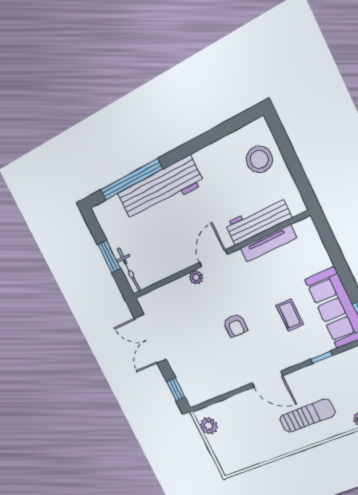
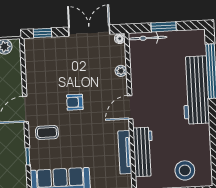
door: (213, 258) -> (130, 107), swing flipped
plant: (196, 277) -> (121, 71), moved
floor lamp: (144, 301) -> (120, 39), added
coffee table: (290, 315) -> (47, 132), moved

